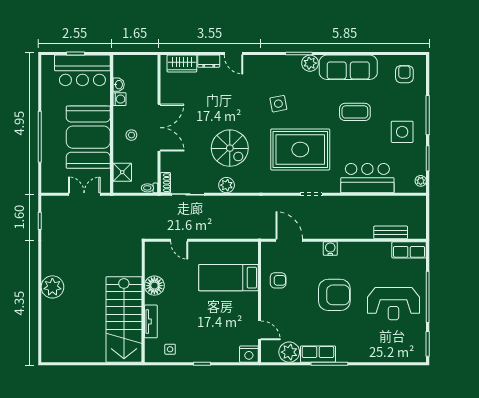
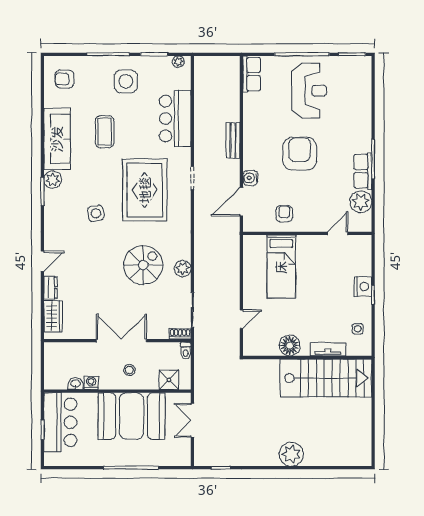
bench: (391, 232) -> (233, 140), moved
water cooler: (330, 249) -> (250, 178), moved
nightstand: (249, 354) -> (363, 287), moved

